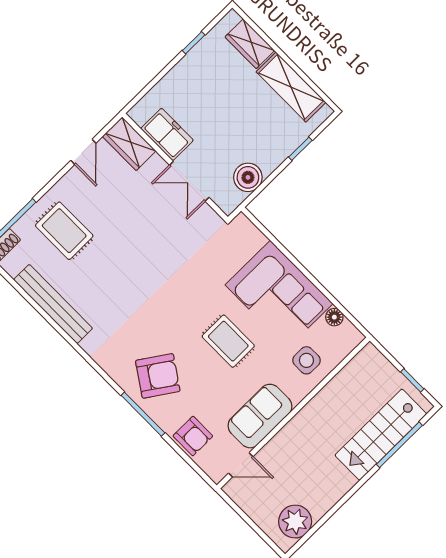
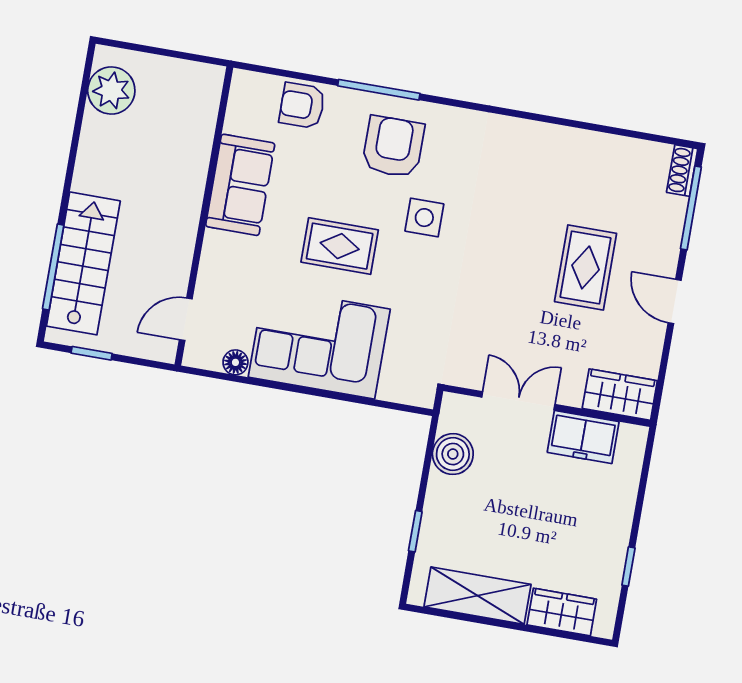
door: (83, 152) -> (675, 301), moved
rug: (64, 231) -> (586, 267), moved, turned 90
bench: (53, 304) -> (576, 144), removed
side table: (306, 360) -> (424, 218), moved
armchair: (158, 376) -> (393, 147), turned 146
door: (241, 465) -> (186, 319), moved

